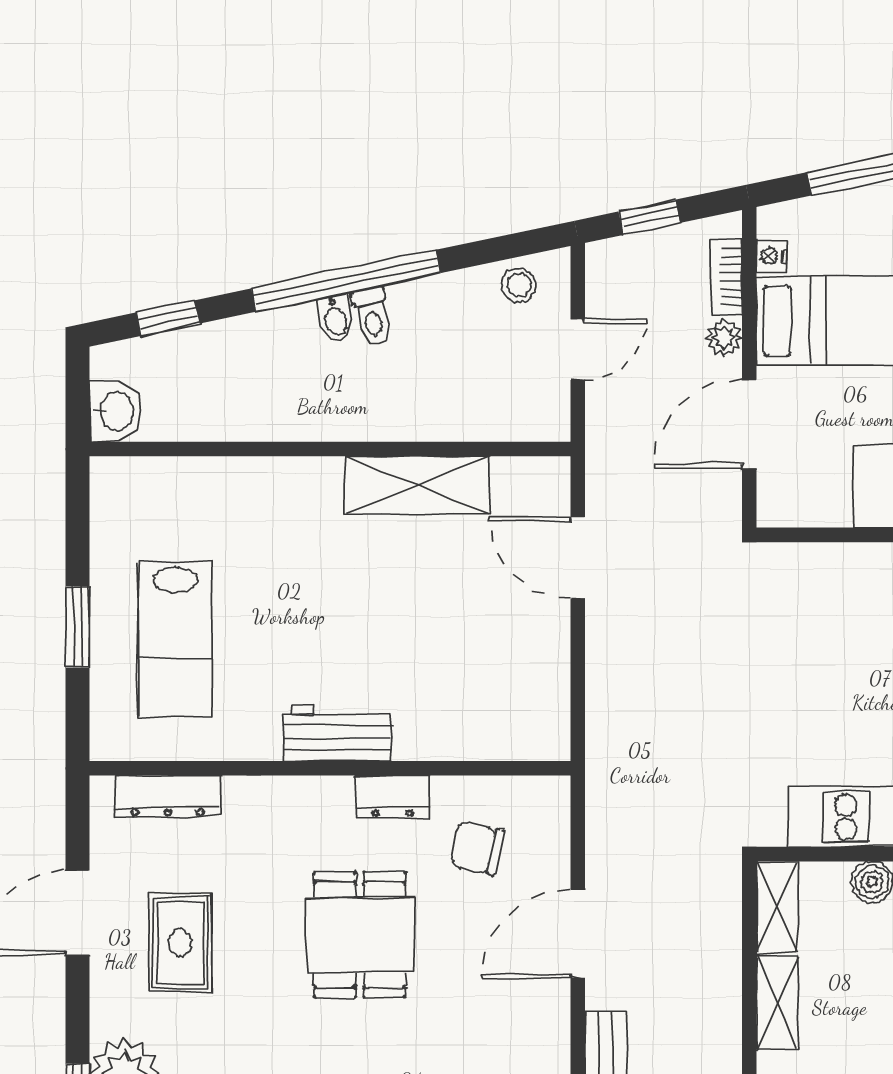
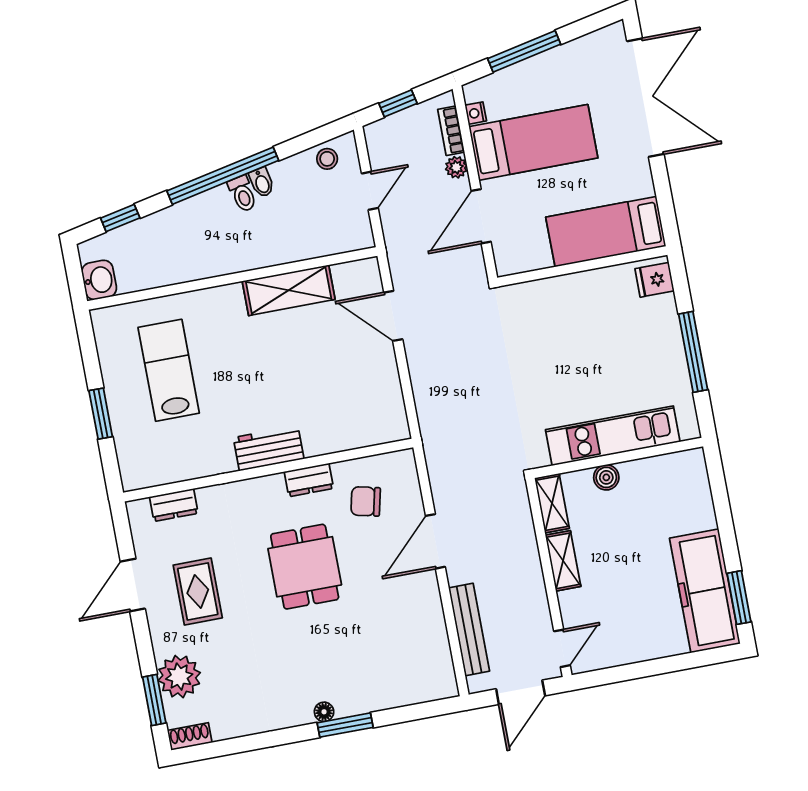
bidet: (335, 318) -> (262, 182), moved
lab bench: (175, 639) -> (169, 370), moved, turned 180
dresser: (168, 796) -> (174, 505), width x0.70

